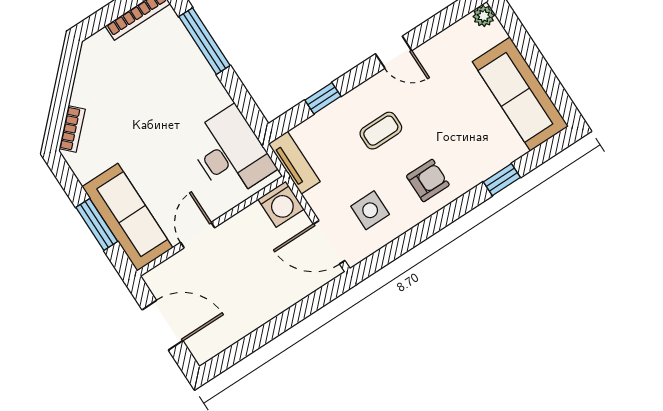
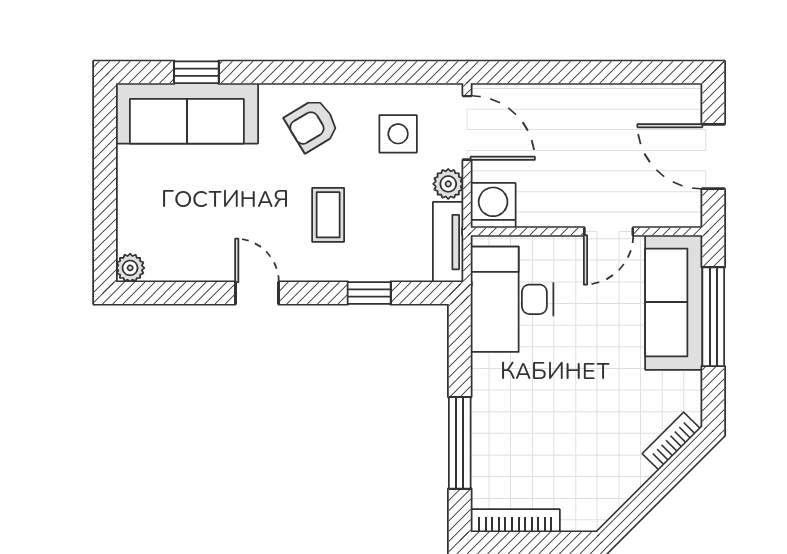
sofa: (520, 94) -> (187, 113), moved, turned 90
coffee table: (381, 131) -> (328, 215), turned 90
armchair: (428, 180) -> (312, 125), turned -31
window: (502, 180) -> (196, 72), moved
plant: (318, 199) -> (448, 184), added
window: (97, 224) -> (713, 317), width x1.44

